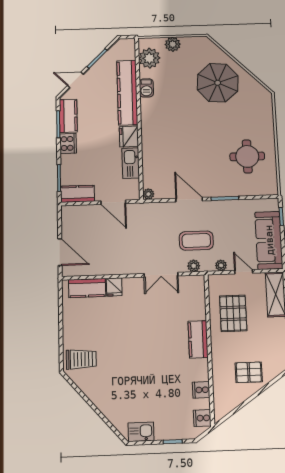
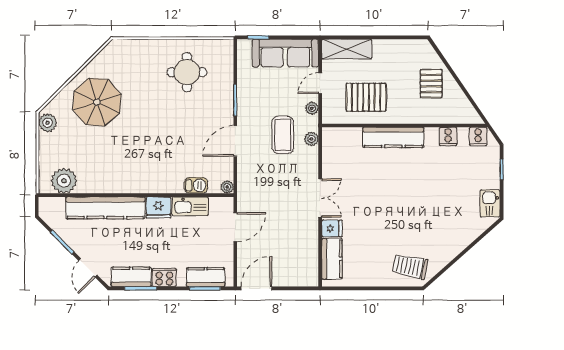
plant: (173, 44) -> (48, 123), moved
barbecue: (146, 88) -> (196, 185), moved
kitchen counter: (77, 194) -> (206, 277), moved, turned 90
door: (60, 252) -> (256, 288), moved
double door: (161, 275) -> (320, 198), moved
kitchen counter: (198, 339) -> (393, 137), width x1.50
trolley: (81, 359) -> (410, 266), turned -78

